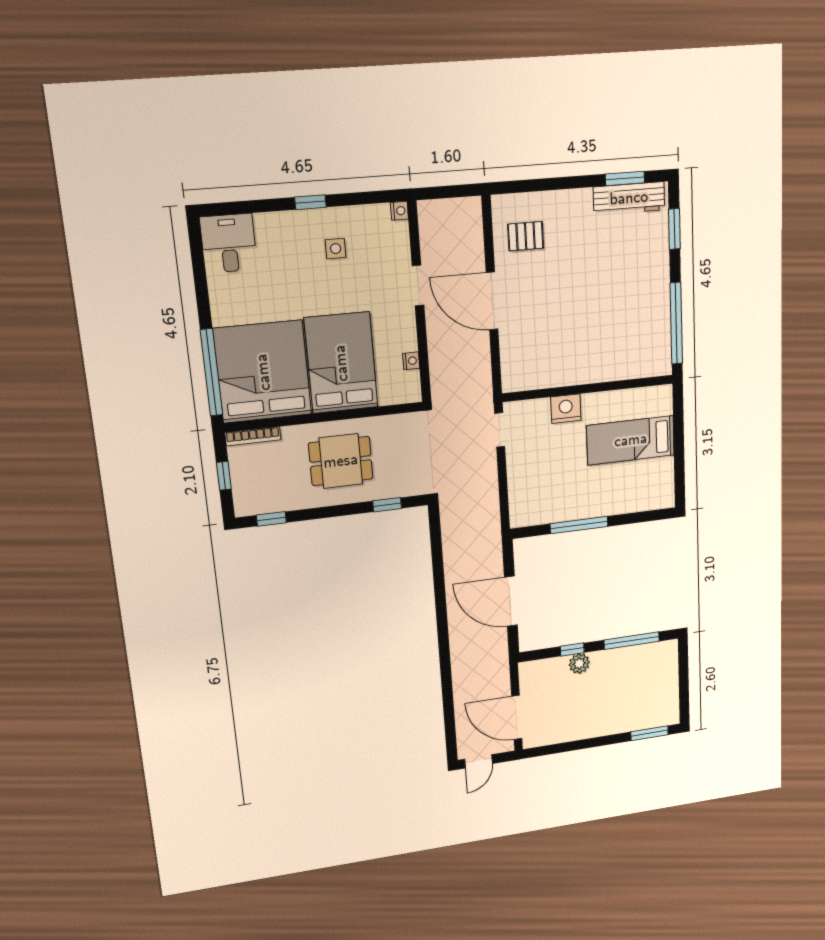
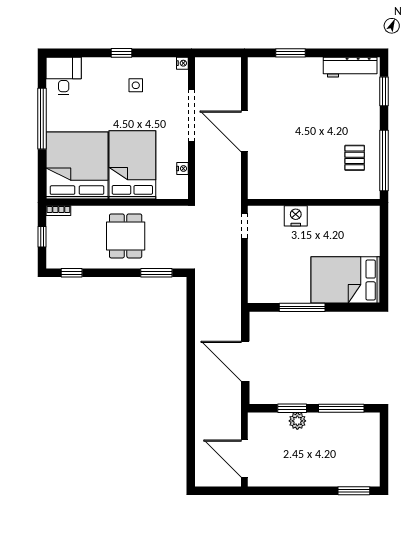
window: (625, 178) -> (290, 53), moved
pallet: (526, 236) -> (355, 158), moved, turned 90
doorway: (418, 285) -> (192, 116), width x1.87
window: (211, 372) -> (42, 119), moved
bookcase: (253, 436) -> (58, 211), width x0.64
bed: (631, 440) -> (345, 280), moved, width x1.50
dining table: (341, 461) -> (126, 236), turned 90
window: (387, 505) -> (156, 273), width x1.50
window: (572, 649) -> (292, 408), width x1.50
door: (479, 761) -> (211, 491), removed

